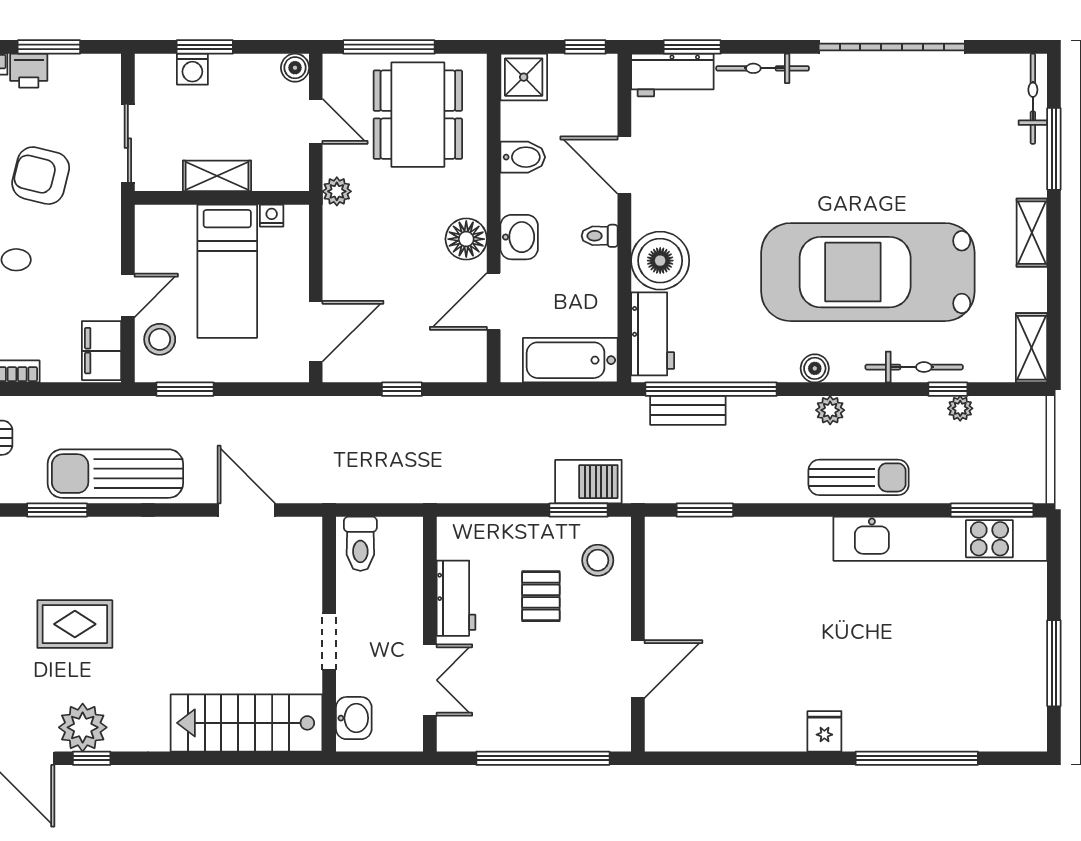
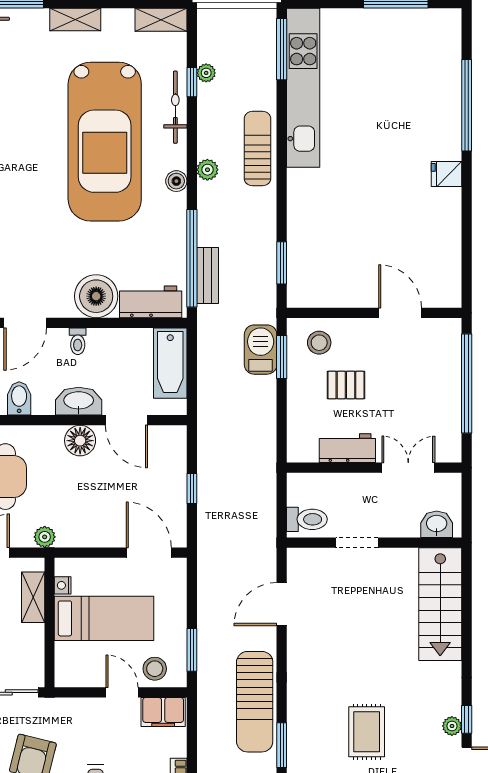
shelving: (217, 176) -> (33, 597), moved
washbasin: (519, 237) -> (79, 401), width x1.38
doorway: (329, 642) -> (357, 543), moved
plant: (83, 727) -> (452, 726), width x0.53, depth x0.53

